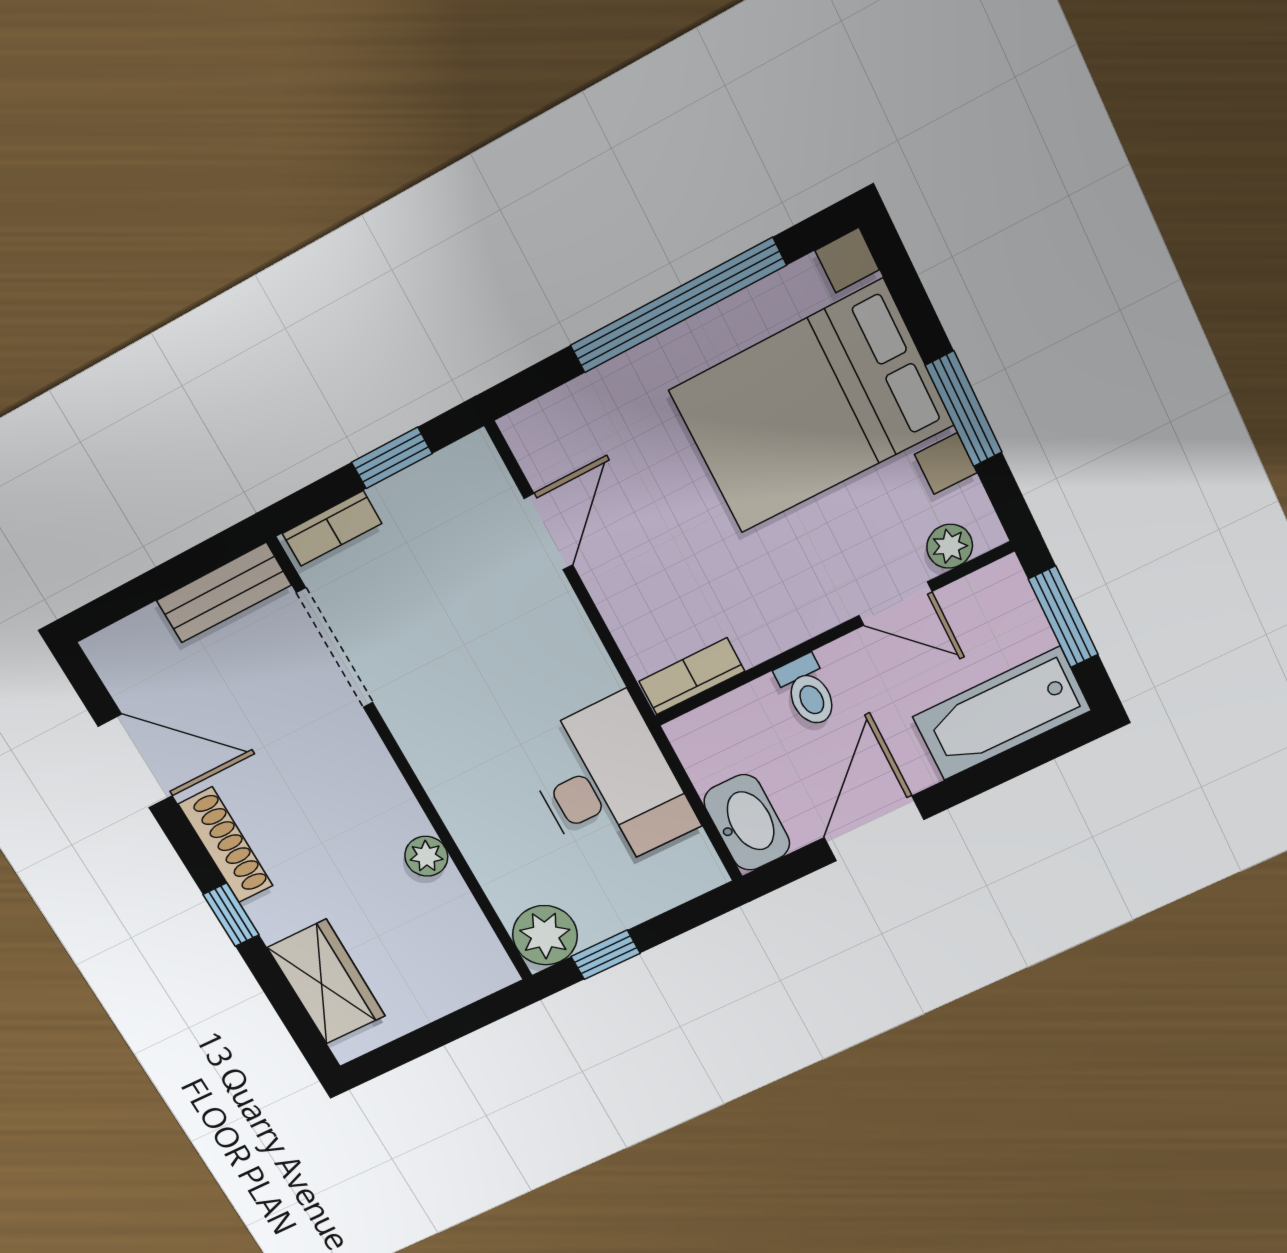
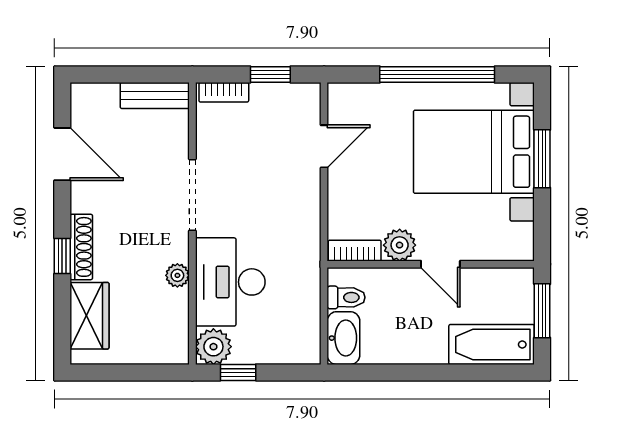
window: (964, 409) -> (542, 159), moved
plant: (950, 546) -> (400, 245), moved, width x1.38, depth x1.38
door: (895, 604) -> (440, 264), moved
doorway: (335, 648) -> (192, 195), moved
toilet: (807, 691) -> (346, 297), moved, turned -90
desk: (608, 785) -> (230, 282), moved, turned 180
door: (874, 828) -> (403, 372), removed
shoe rack: (226, 845) -> (81, 247), moved

